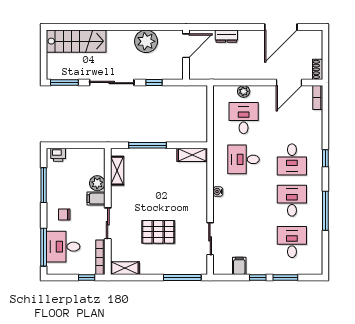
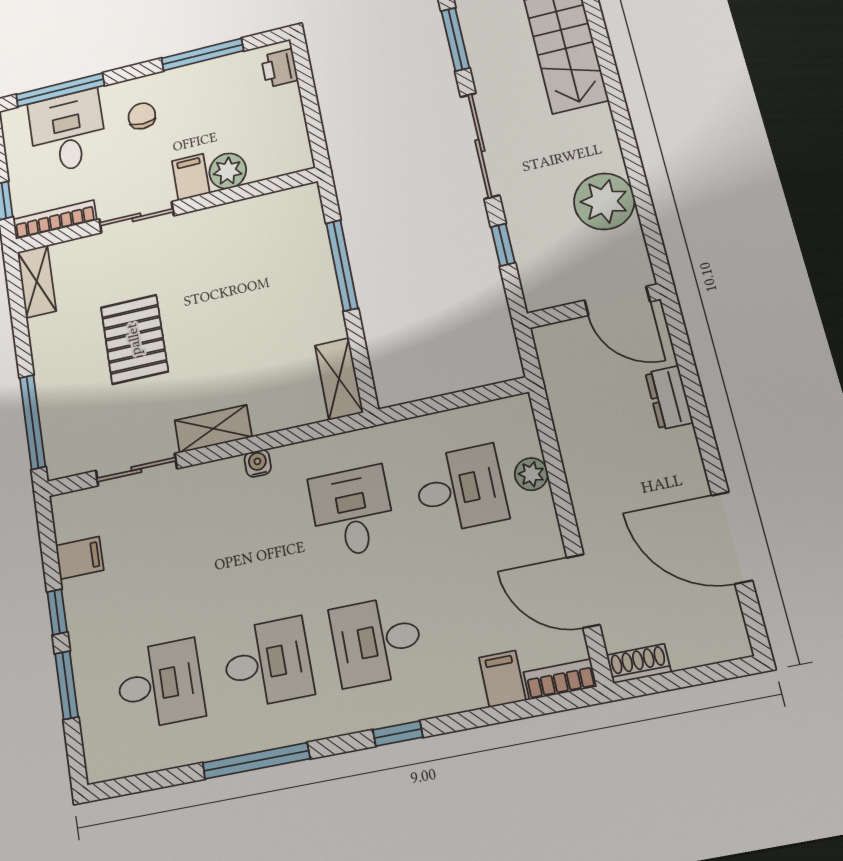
filing cabinet: (314, 118) -> (502, 679), added
shelving: (117, 171) -> (213, 429), moved

